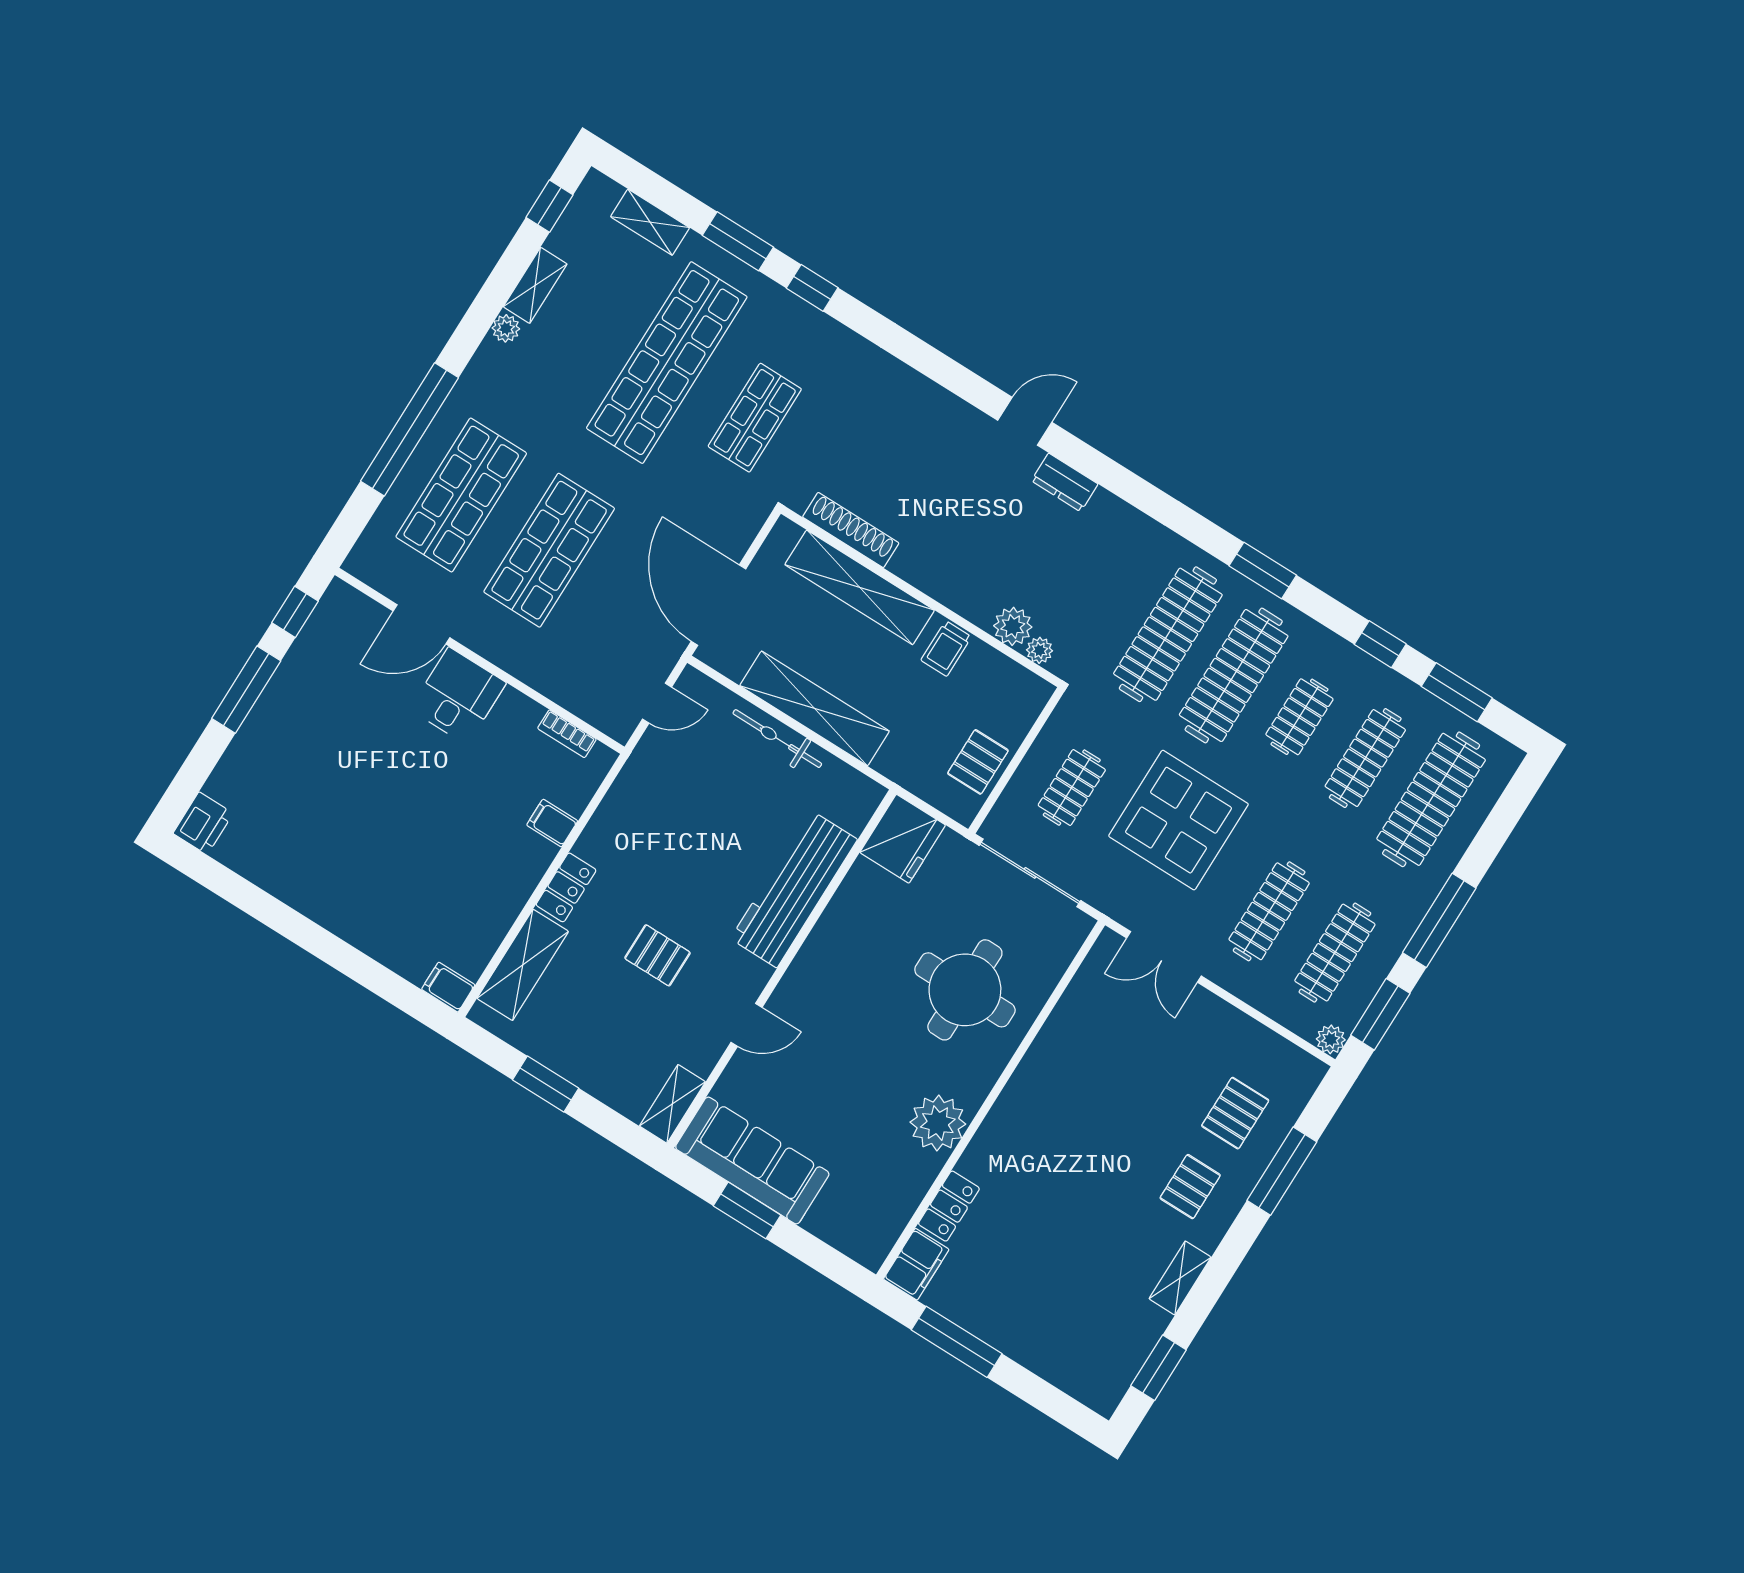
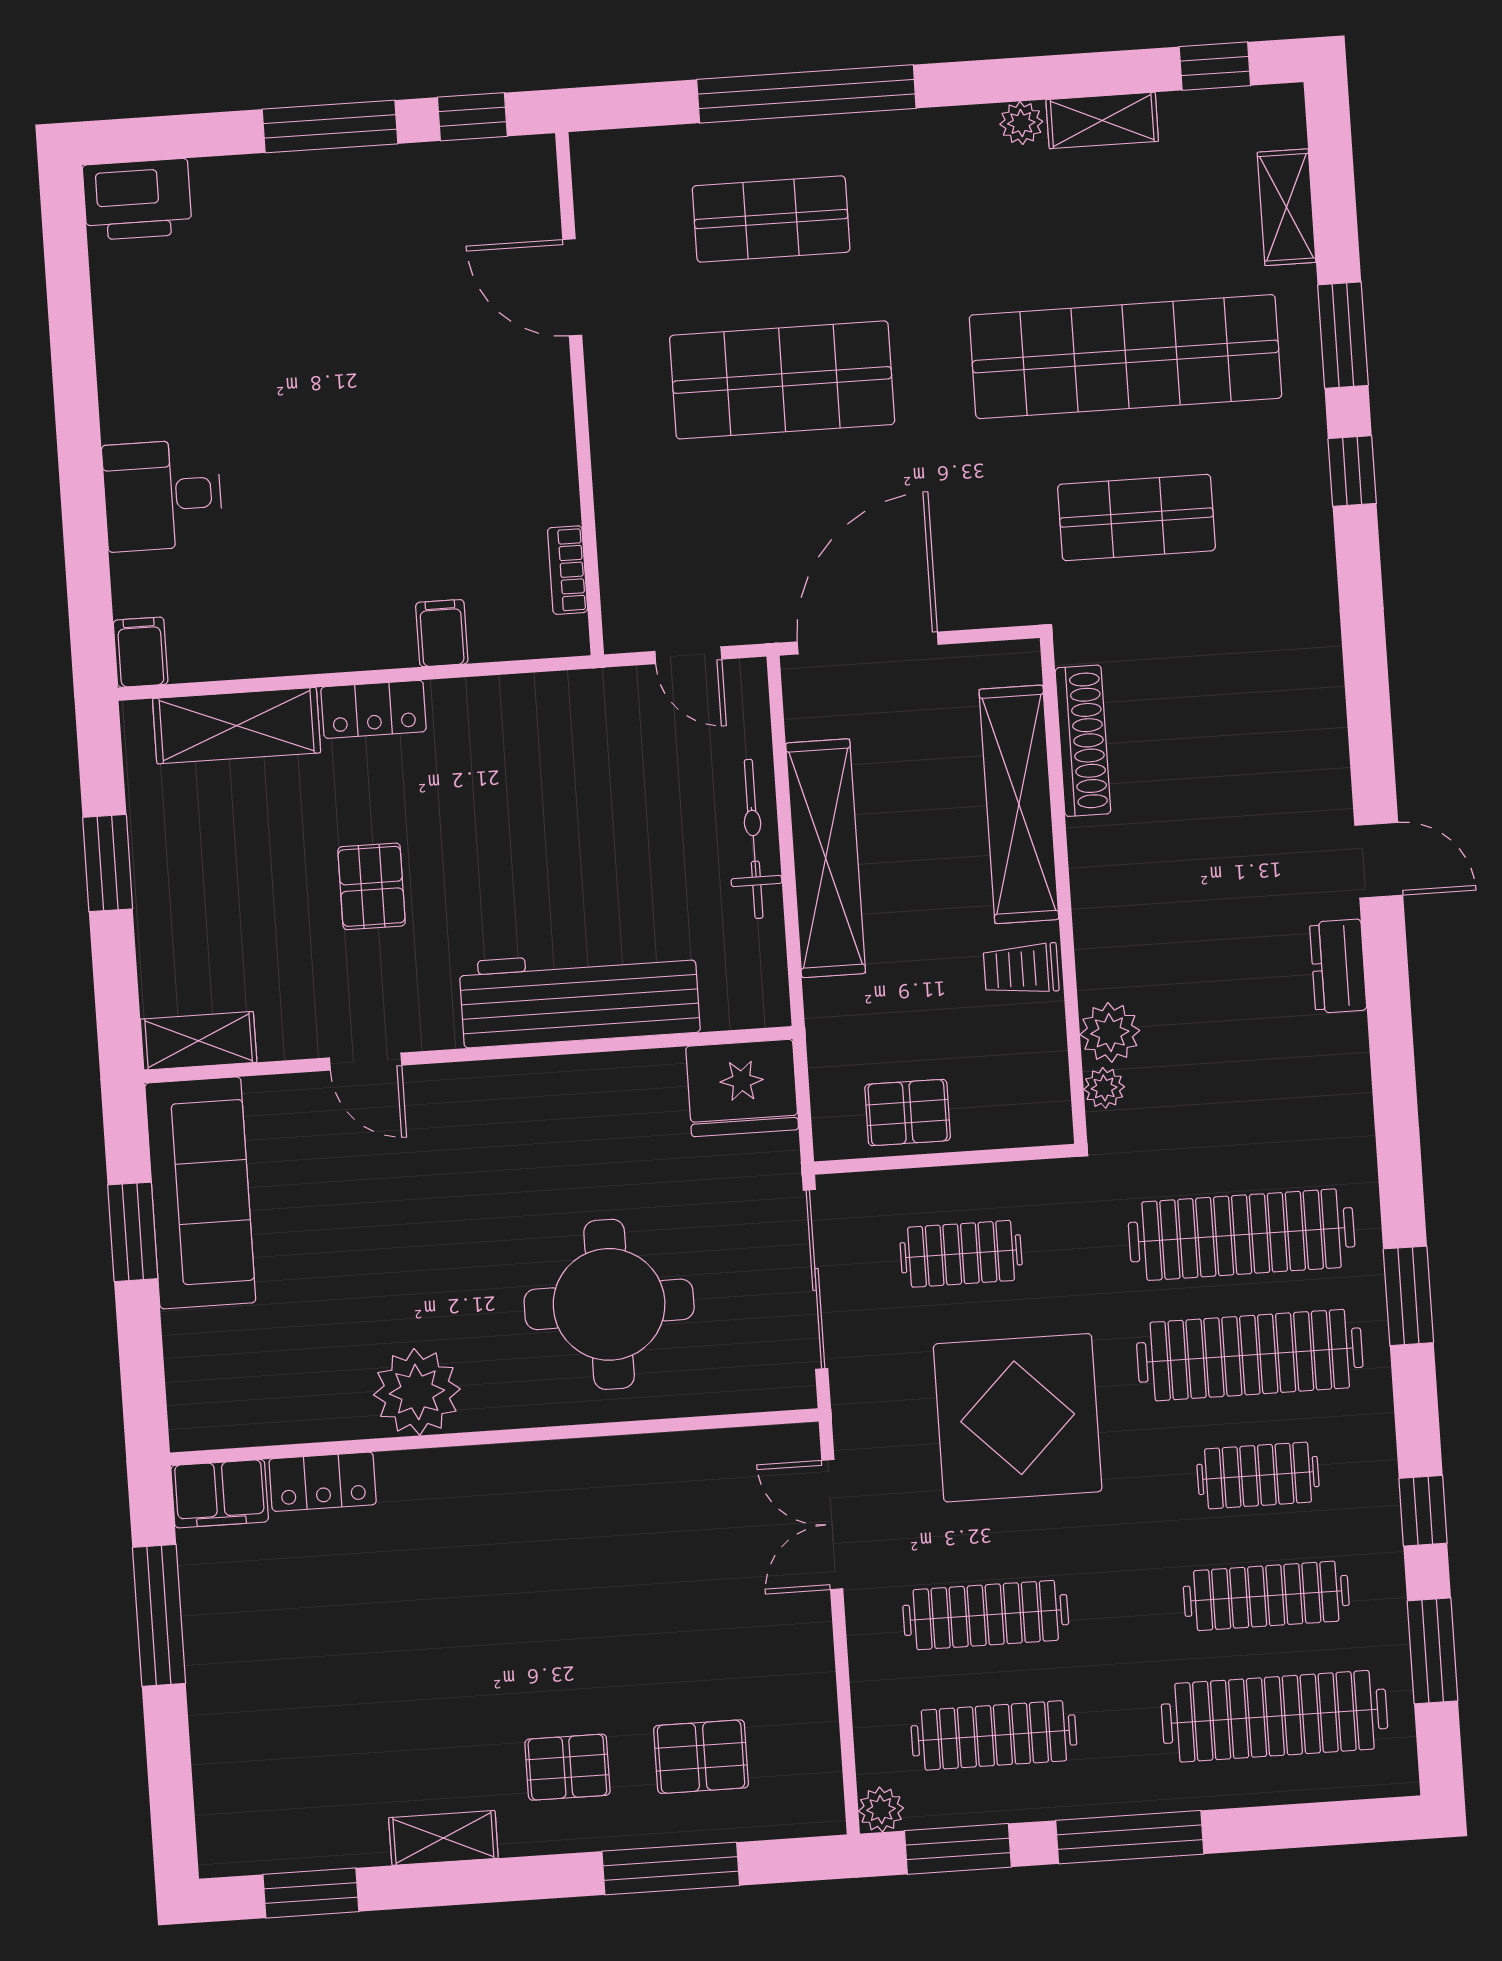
shop shelf: (461, 495) -> (771, 219), width x0.70, depth x0.74
desk: (458, 696) -> (162, 495), moved, turned 180
printer: (203, 823) -> (137, 200), width x1.37, depth x1.19

